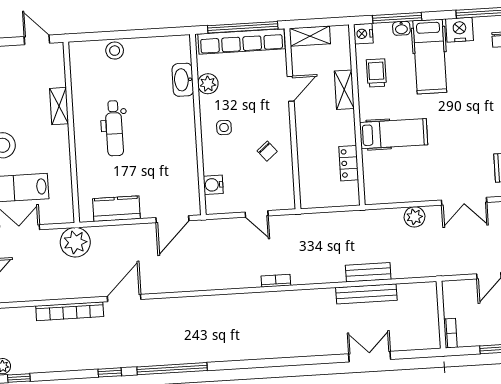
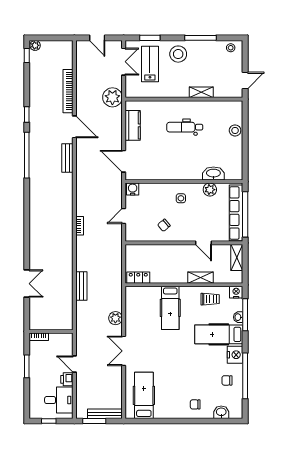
locker: (349, 163) -> (138, 278), moved
water cooler: (213, 185) -> (133, 189), moved
bench: (366, 294) -> (67, 158), moved, width x0.73

